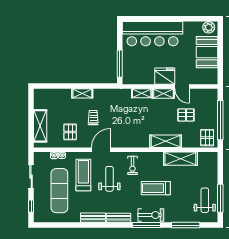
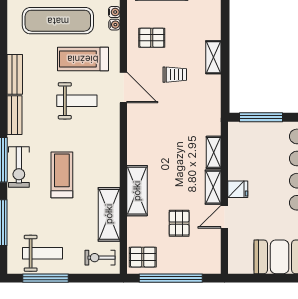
fridge: (165, 76) -> (238, 189), width x0.53, depth x0.75
exercise bike: (132, 165) -> (100, 258), moved
treadmill: (83, 175) -> (83, 59), turned 180

